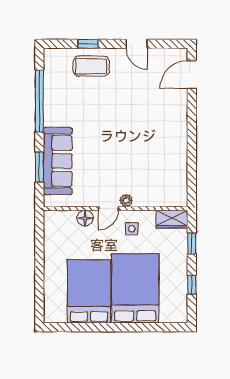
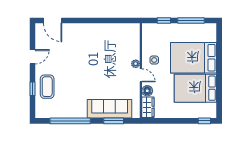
wardrobe: (172, 219) -> (148, 107), moved
window: (192, 285) -> (191, 21), width x2.17
window: (39, 305) -> (204, 121), added

